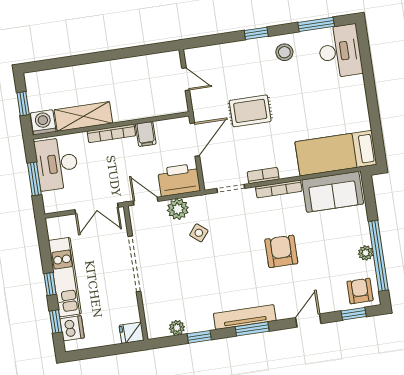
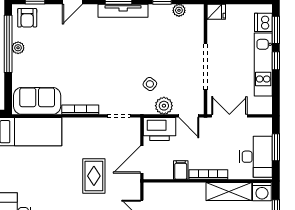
rug: (250, 111) -> (94, 176), turned 90
bookcase: (263, 176) -> (91, 122), removed
armchair: (281, 251) -> (86, 59), removed
window: (56, 322) -> (276, 30), width x1.50

